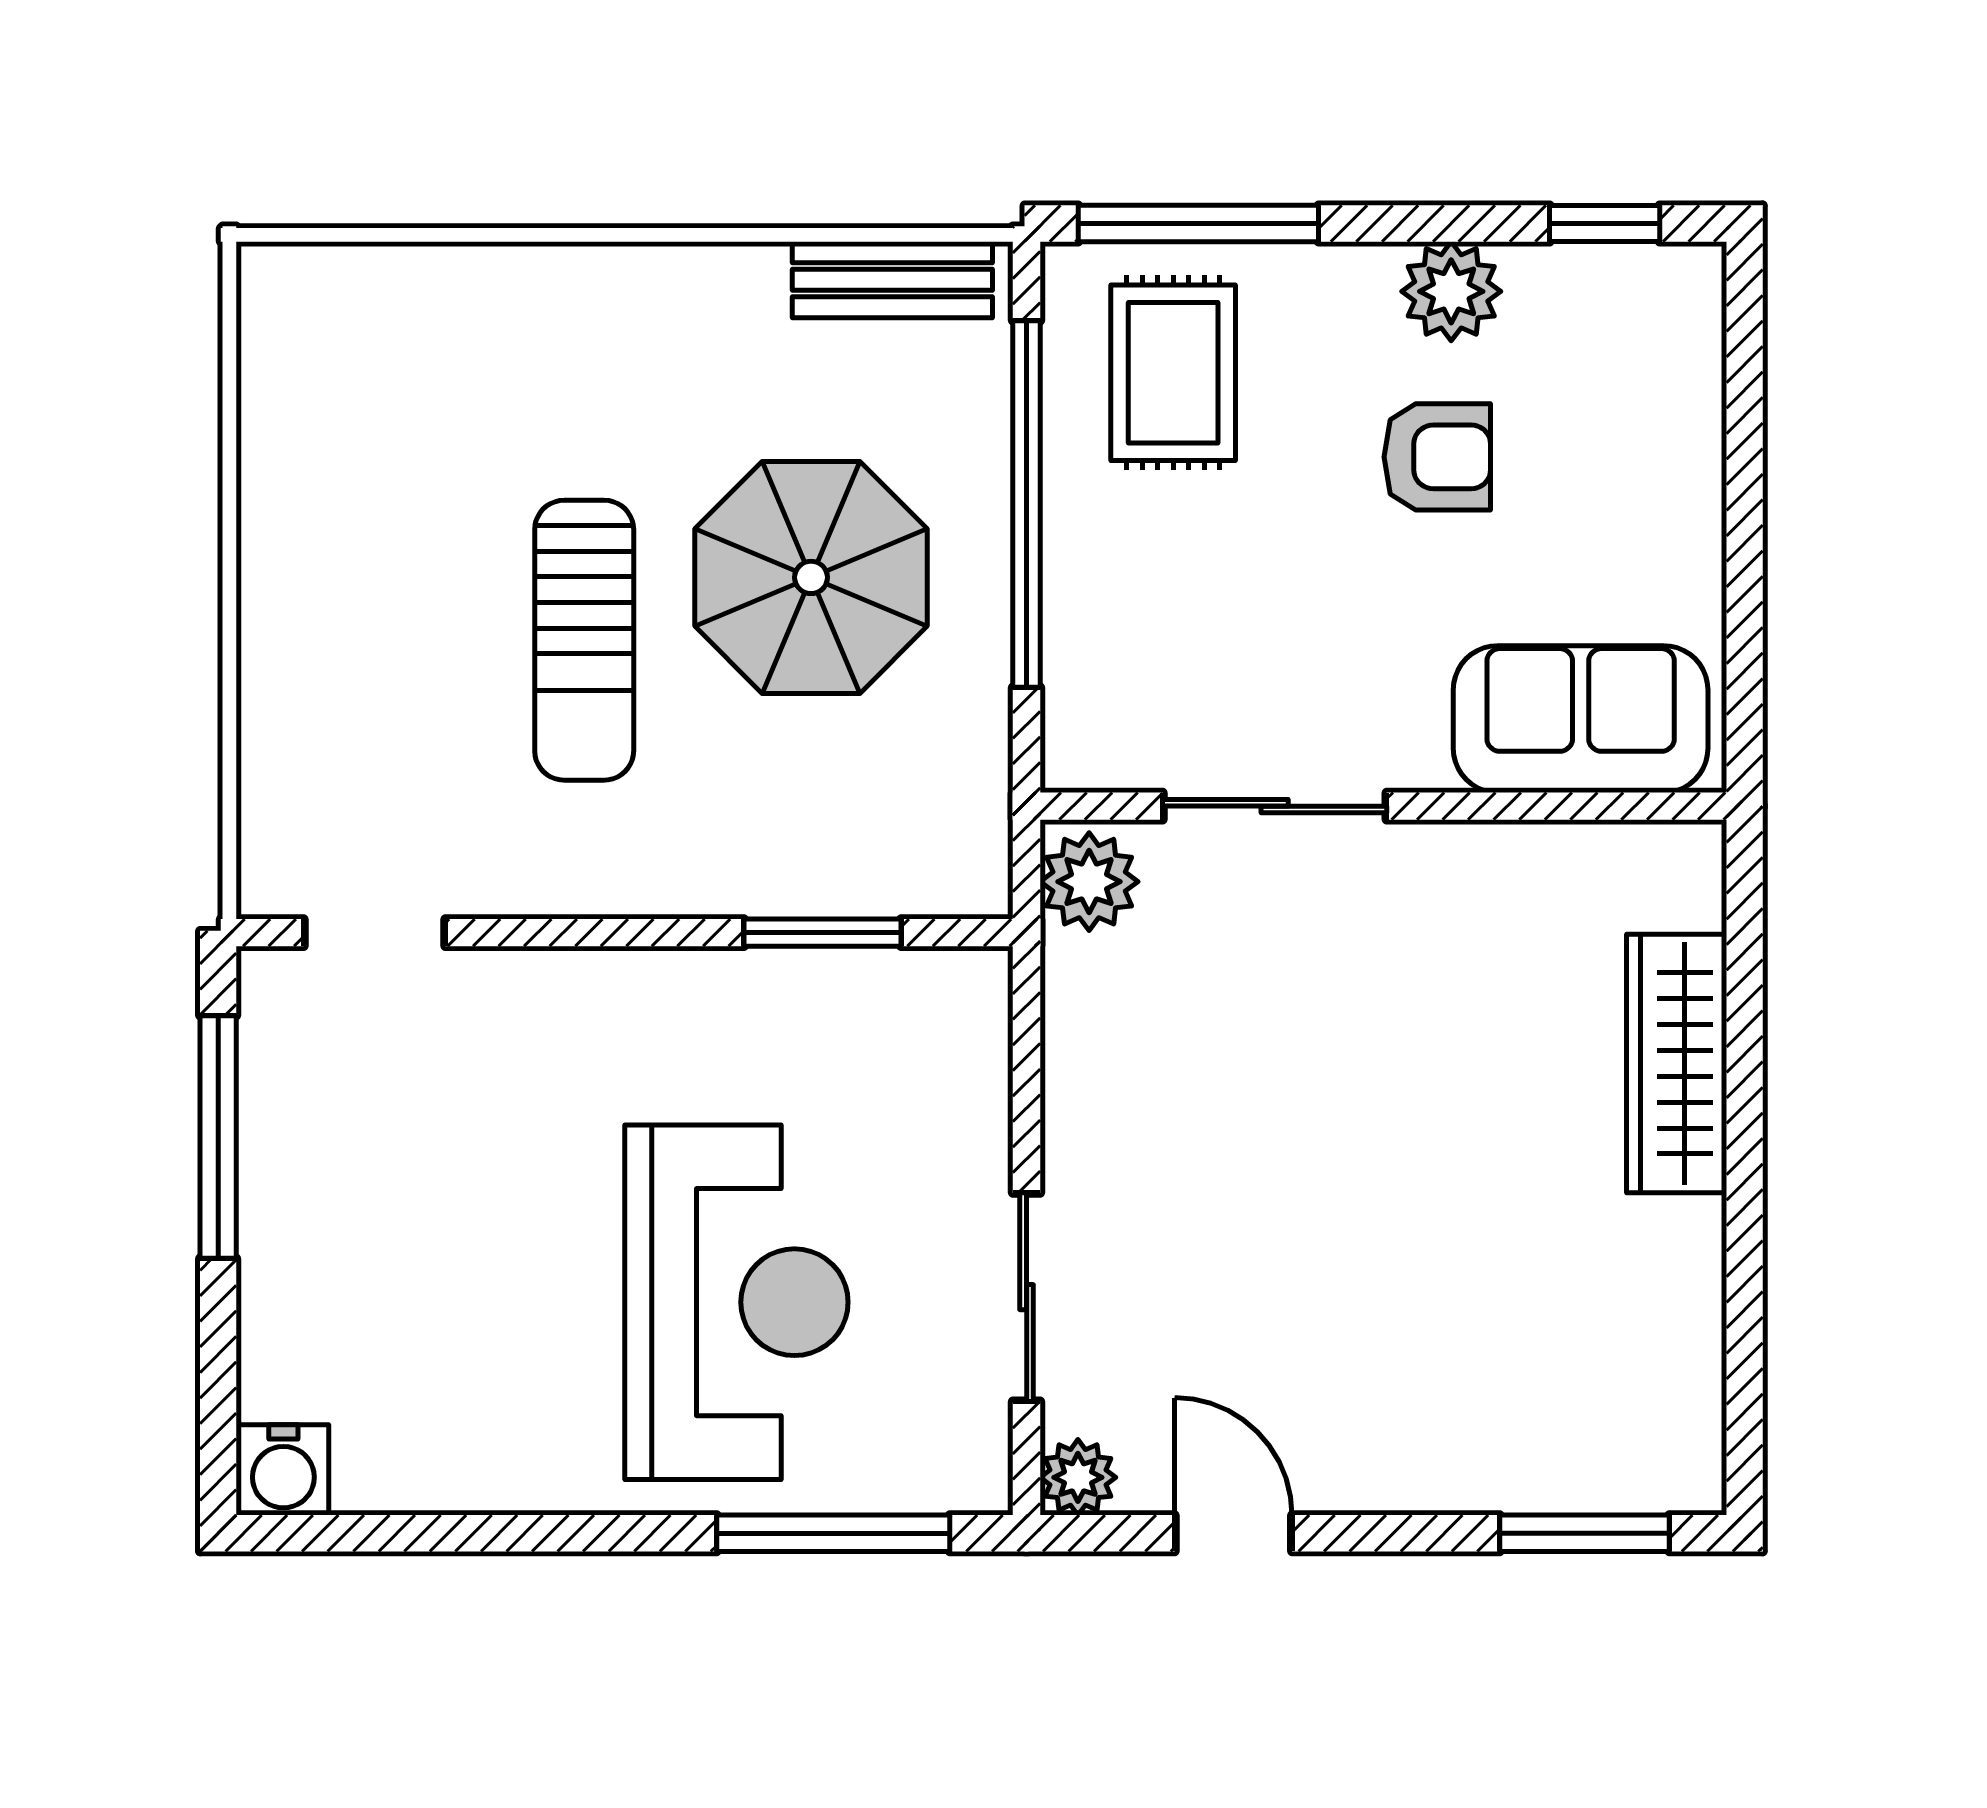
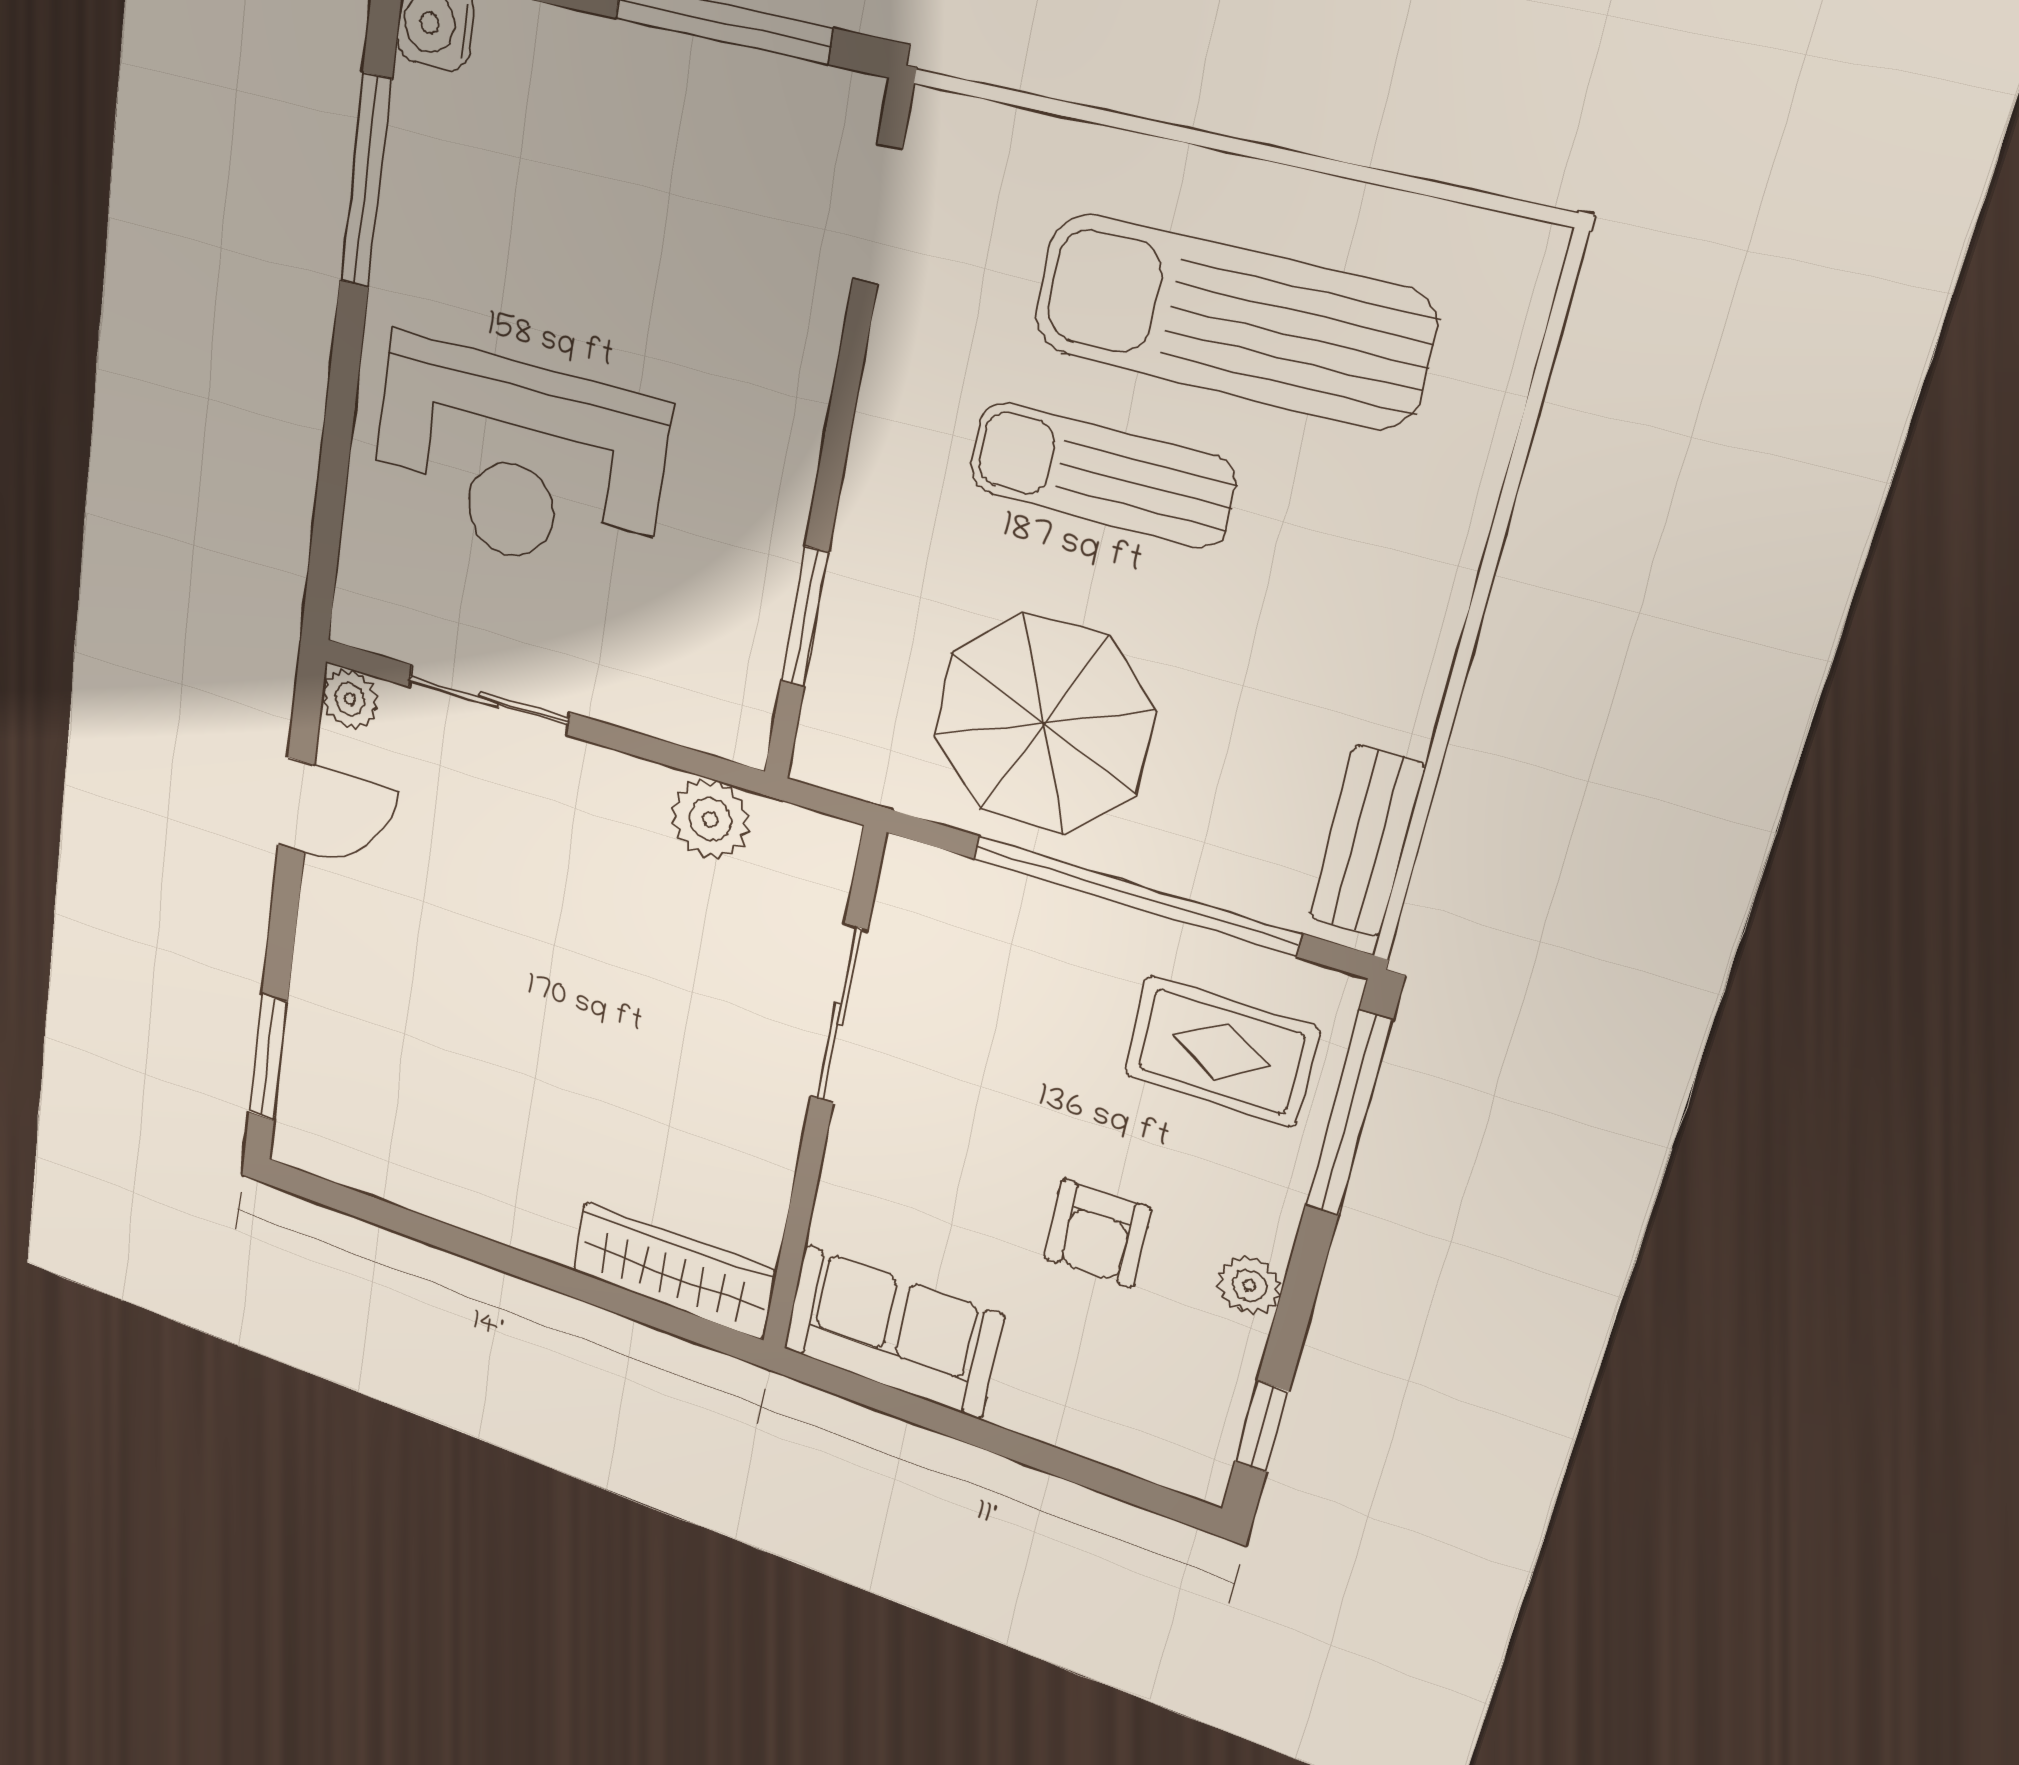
plant: (1451, 291) -> (1249, 1286), width x0.73, depth x0.73
sun lounger: (398, 543) -> (1232, 321), added
parasol: (811, 577) -> (1044, 724), moved
sofa: (1581, 719) -> (893, 1332), moved, turned -90
plant: (1089, 882) -> (710, 819), moved
wardrobe: (1677, 1063) -> (673, 1270), moved
window: (833, 1533) -> (366, 181), moved

